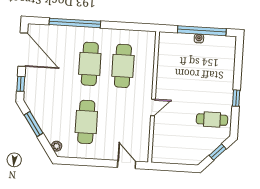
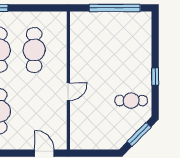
water cooler: (199, 38) -> (112, 16), removed
window: (218, 152) -> (139, 134), width x1.50

